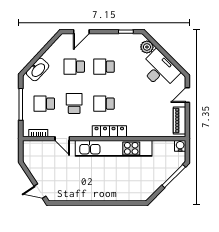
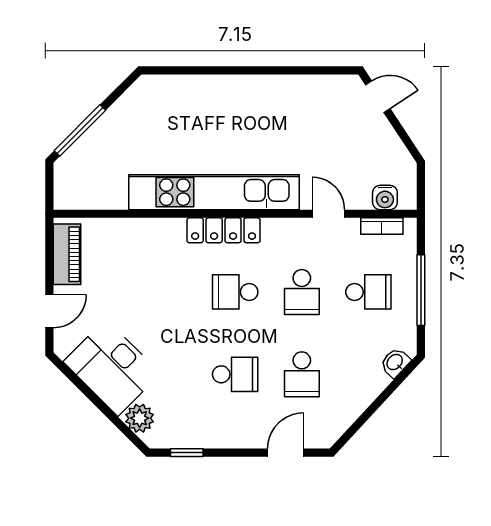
school desk: (74, 67) -> (302, 374), turned 90
washbasin: (38, 69) -> (395, 362), width x0.52, depth x0.69
school desk: (104, 104) -> (235, 292), turned 180
water cooler: (180, 146) -> (385, 197), moved

